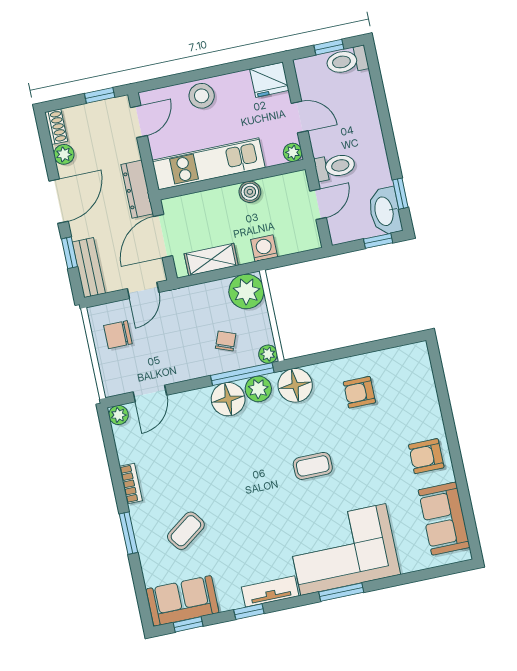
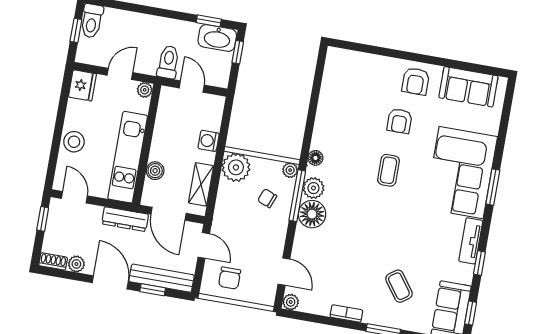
boiler: (250, 192) -> (155, 171), moved
bench: (89, 268) -> (161, 278), width x1.36
floor lamp: (295, 385) -> (316, 158), width x0.53, depth x0.53
armchair: (359, 392) -> (399, 121), moved

